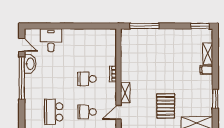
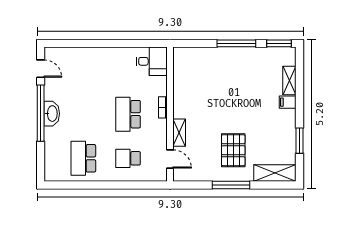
window: (144, 26) -> (236, 43), moved
desk: (51, 40) -> (152, 61), moved, turned 90
washbasin: (30, 64) -> (52, 114), moved
school desk: (87, 79) -> (128, 114), width x1.85
door: (118, 112) -> (170, 159), swing flipped

